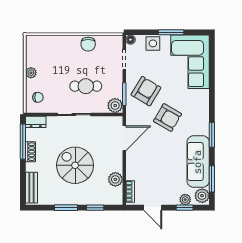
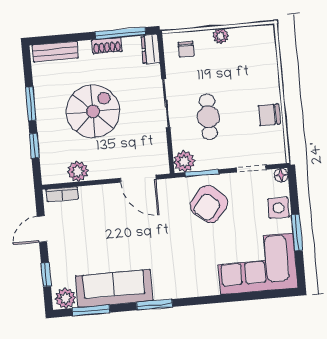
armchair: (146, 91) -> (209, 204), turned 99
armchair: (168, 118) -> (174, 239), removed
plant: (185, 200) -> (58, 275), removed

